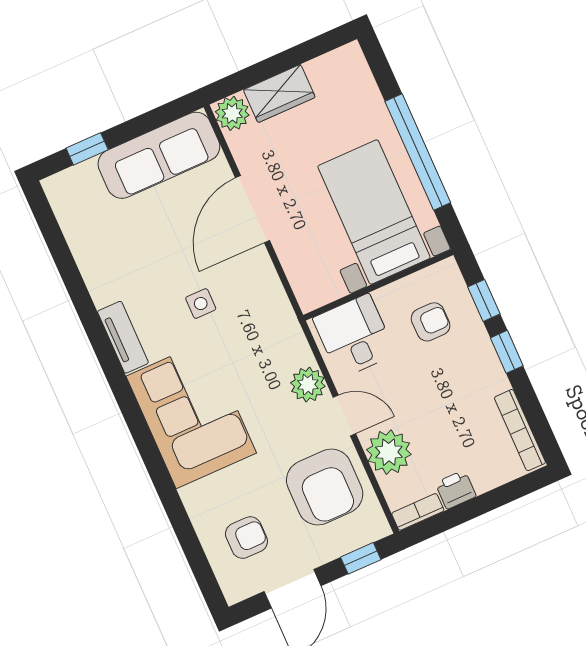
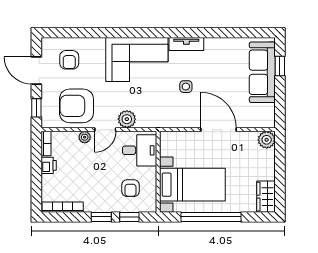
wardrobe: (279, 93) -> (266, 197), moved
sofa: (159, 155) -> (262, 72), moved
plant: (389, 452) -> (85, 137), width x0.53, depth x0.53

